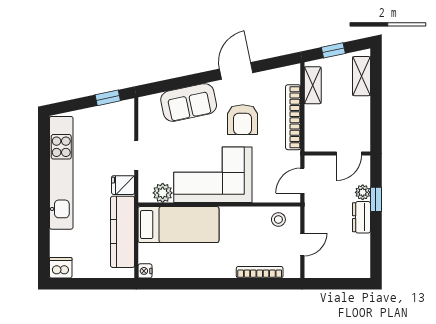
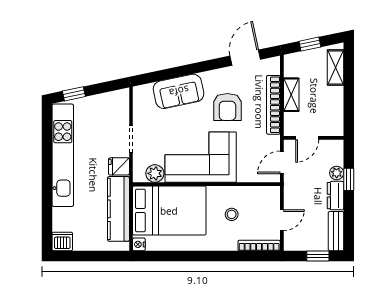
door: (236, 71) -> (245, 58), moved
shelving: (313, 85) -> (291, 95), moved
window: (108, 98) -> (74, 94), moved
door: (349, 154) -> (307, 138), moved
stool: (278, 219) -> (232, 214), moved
bed: (178, 225) -> (169, 211), width x1.50
bench: (362, 256) -> (336, 231), added
bookcase: (260, 272) -> (259, 246), moved
window: (342, 284) -> (318, 256), added

